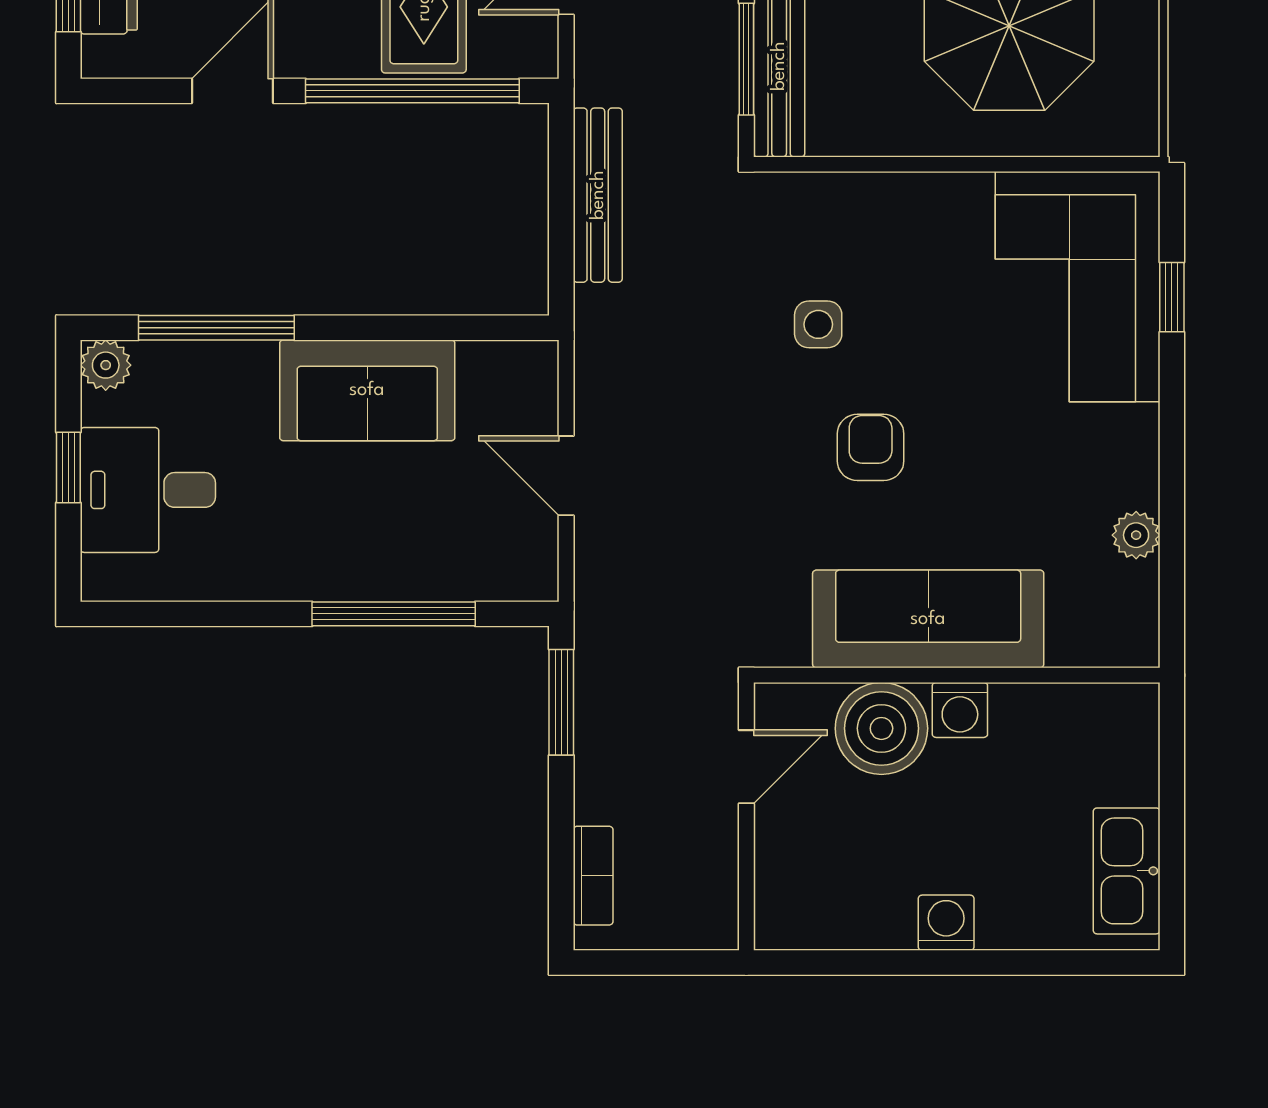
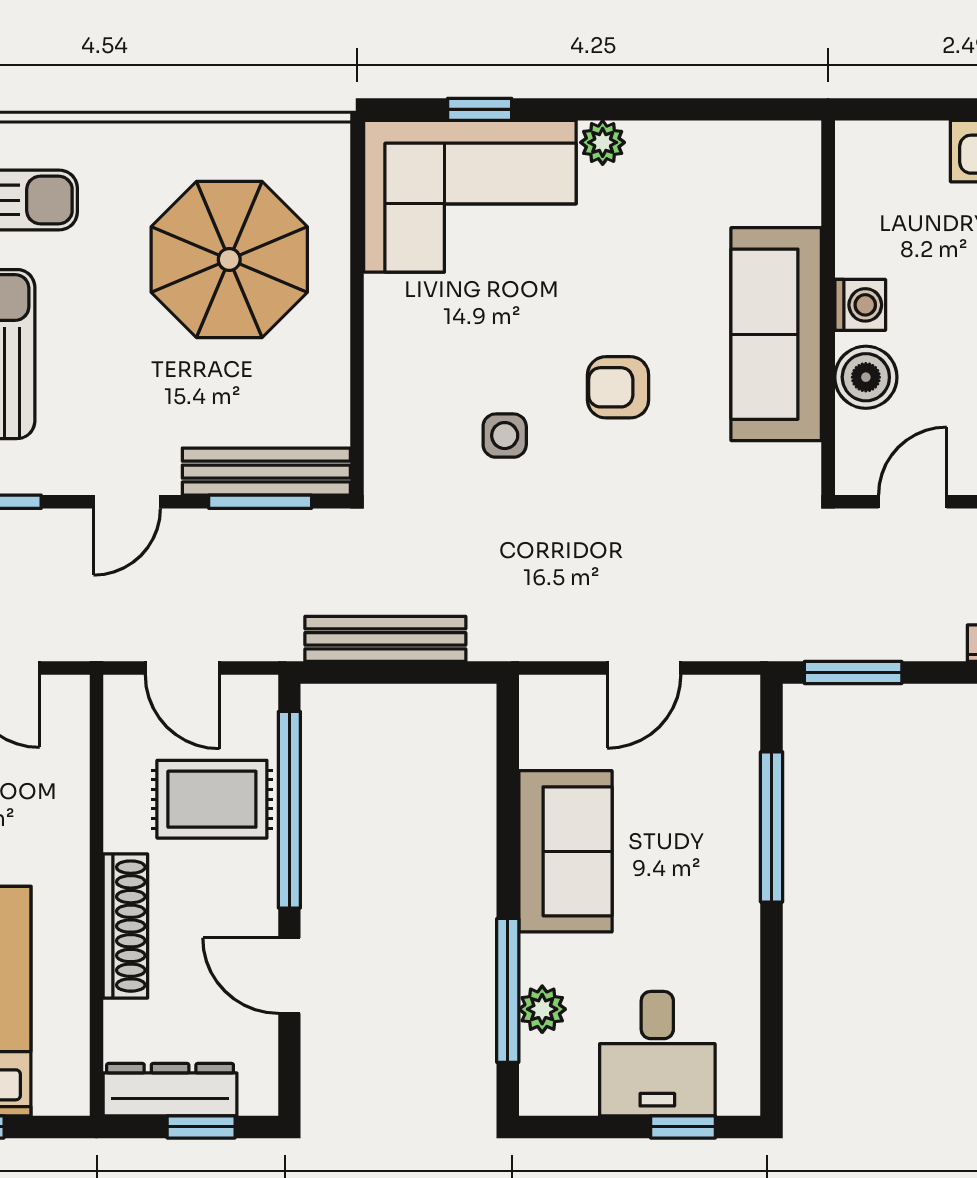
plant: (106, 365) -> (542, 1009), moved
window: (68, 467) -> (683, 1127), moved
plant: (1136, 535) -> (603, 142), moved
boiler: (881, 728) -> (866, 377), width x0.73, depth x0.73
door: (746, 767) -> (913, 502), hinge flipped

